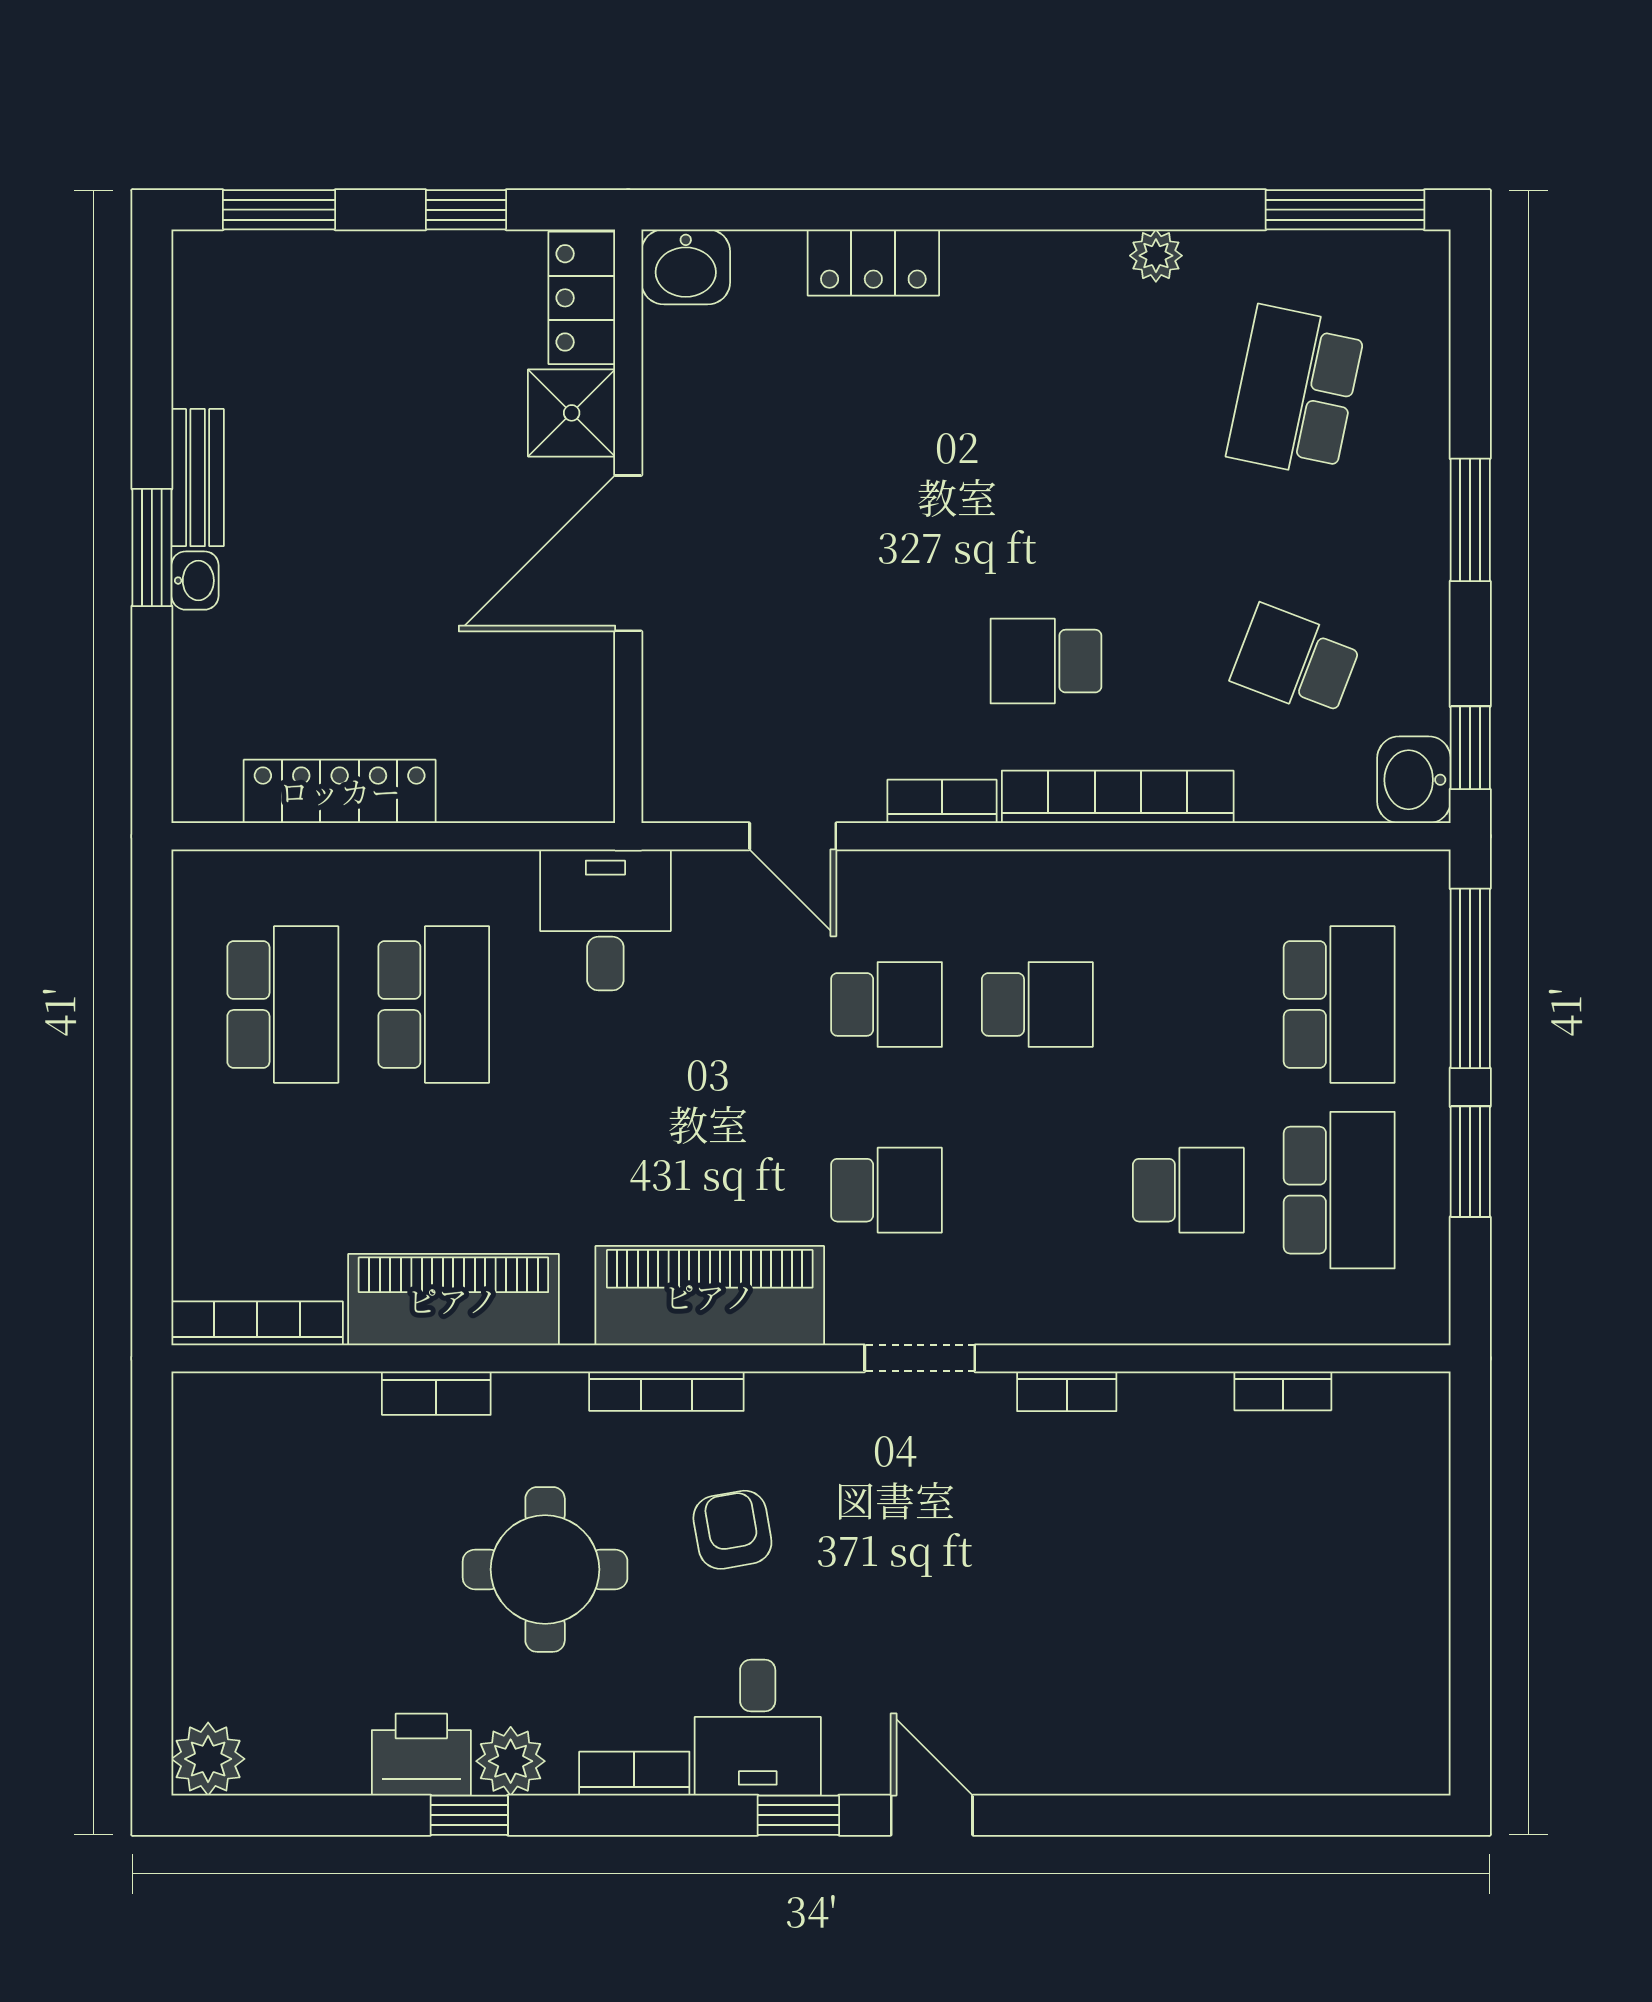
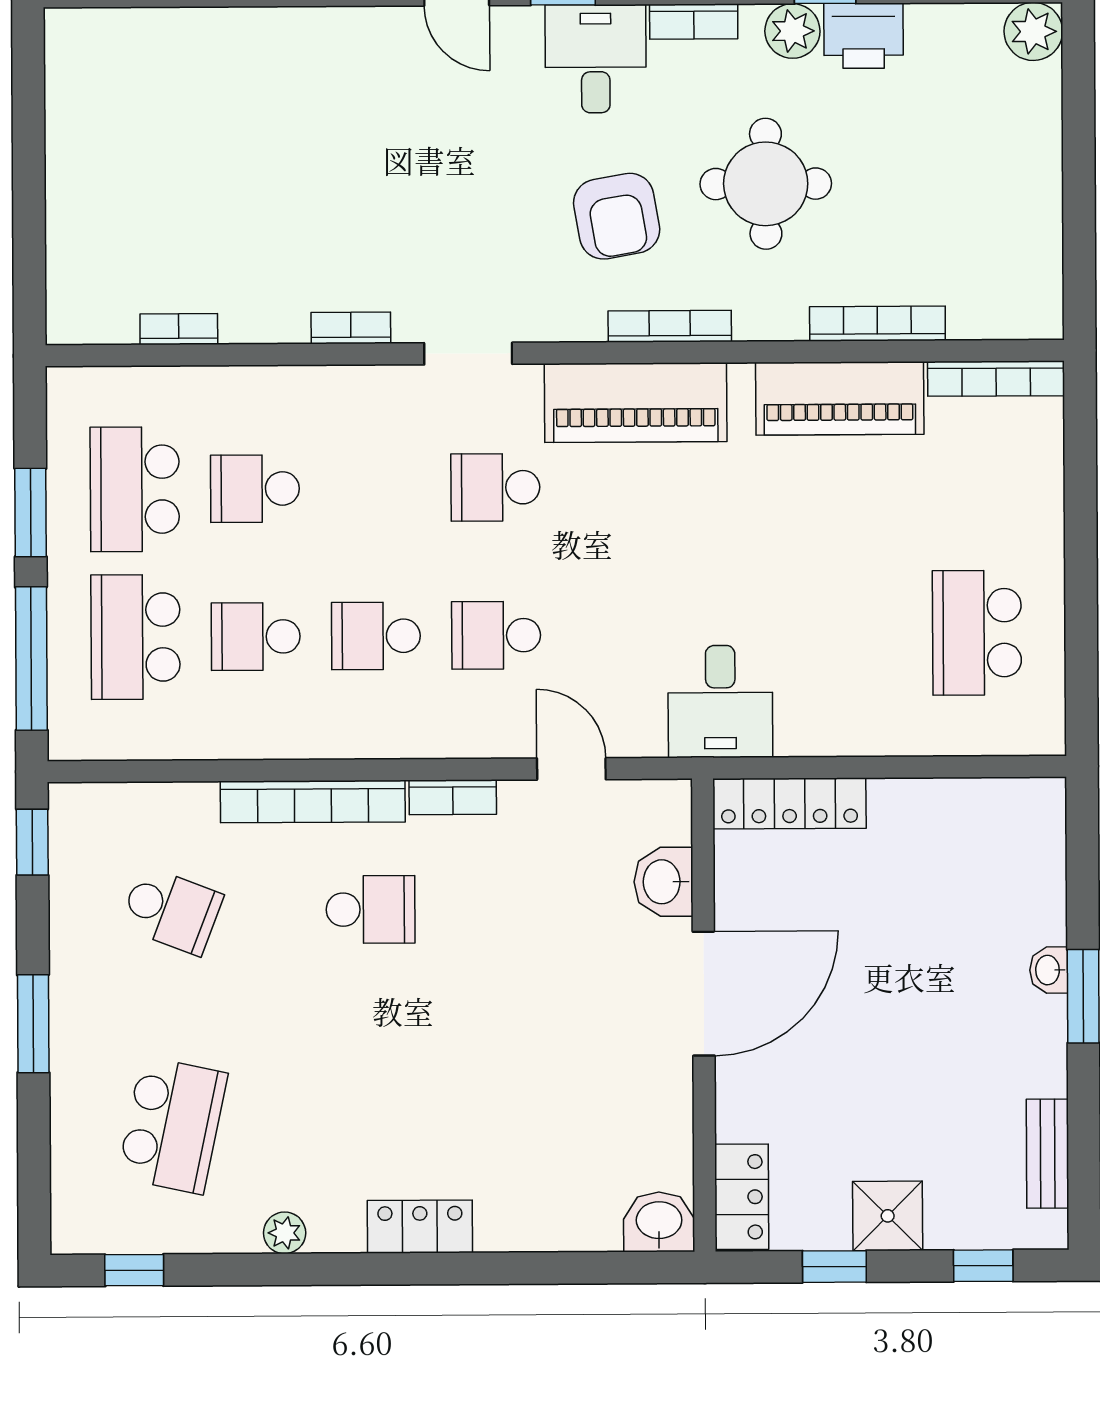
window: (279, 210) -> (983, 1266), width x0.67
window: (1345, 210) -> (134, 1270), width x0.46
locker: (873, 263) -> (420, 1227), moved
shower: (572, 413) -> (888, 1216), moved
bench: (198, 478) -> (1048, 1154), moved
washbasin: (1414, 780) -> (663, 882), moved, turned 180
locker: (340, 791) -> (789, 803), moved
school desk: (434, 1004) -> (256, 637), moved, width x0.54
bookcase: (436, 1393) -> (877, 324), width x1.56
armchair: (732, 1530) -> (617, 216), width x1.38, depth x1.38

